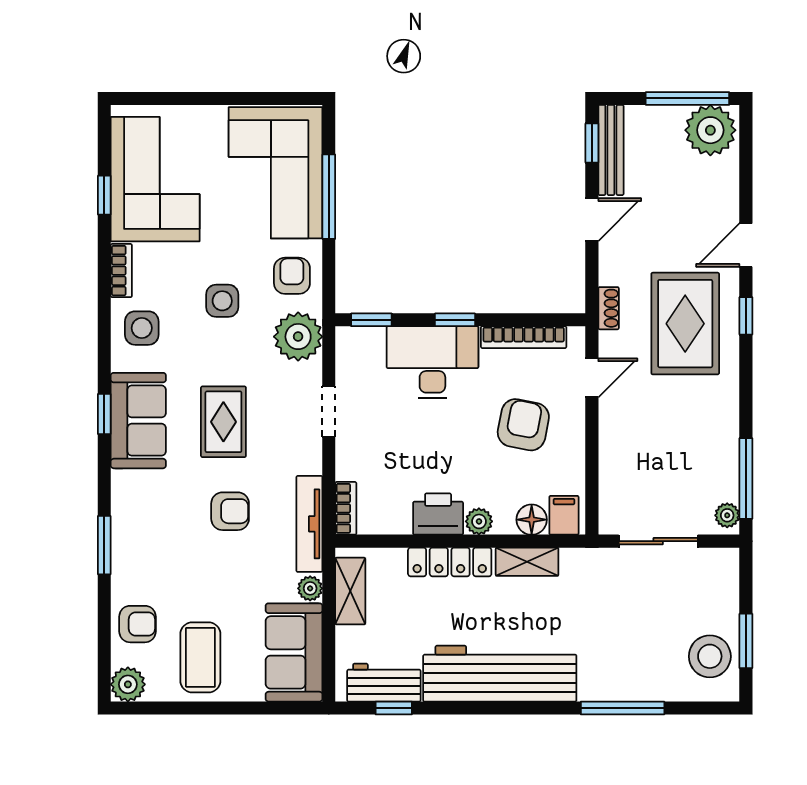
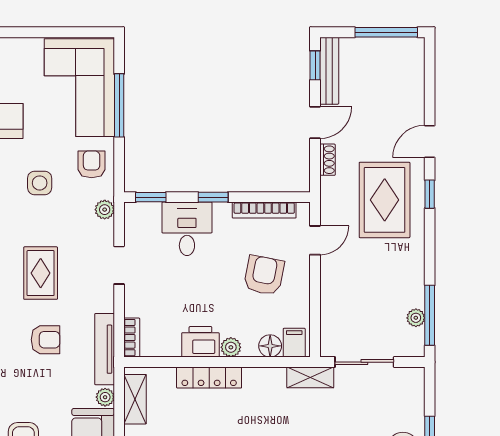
plant: (710, 130) -> (403, 56), removed
shoe rack: (609, 308) -> (327, 160), moved
plant: (298, 337) -> (105, 210), width x0.53, depth x0.53
desk: (432, 362) -> (187, 229), width x0.73
plant: (727, 515) -> (416, 318), moved
shelving: (527, 562) -> (310, 377), moved

